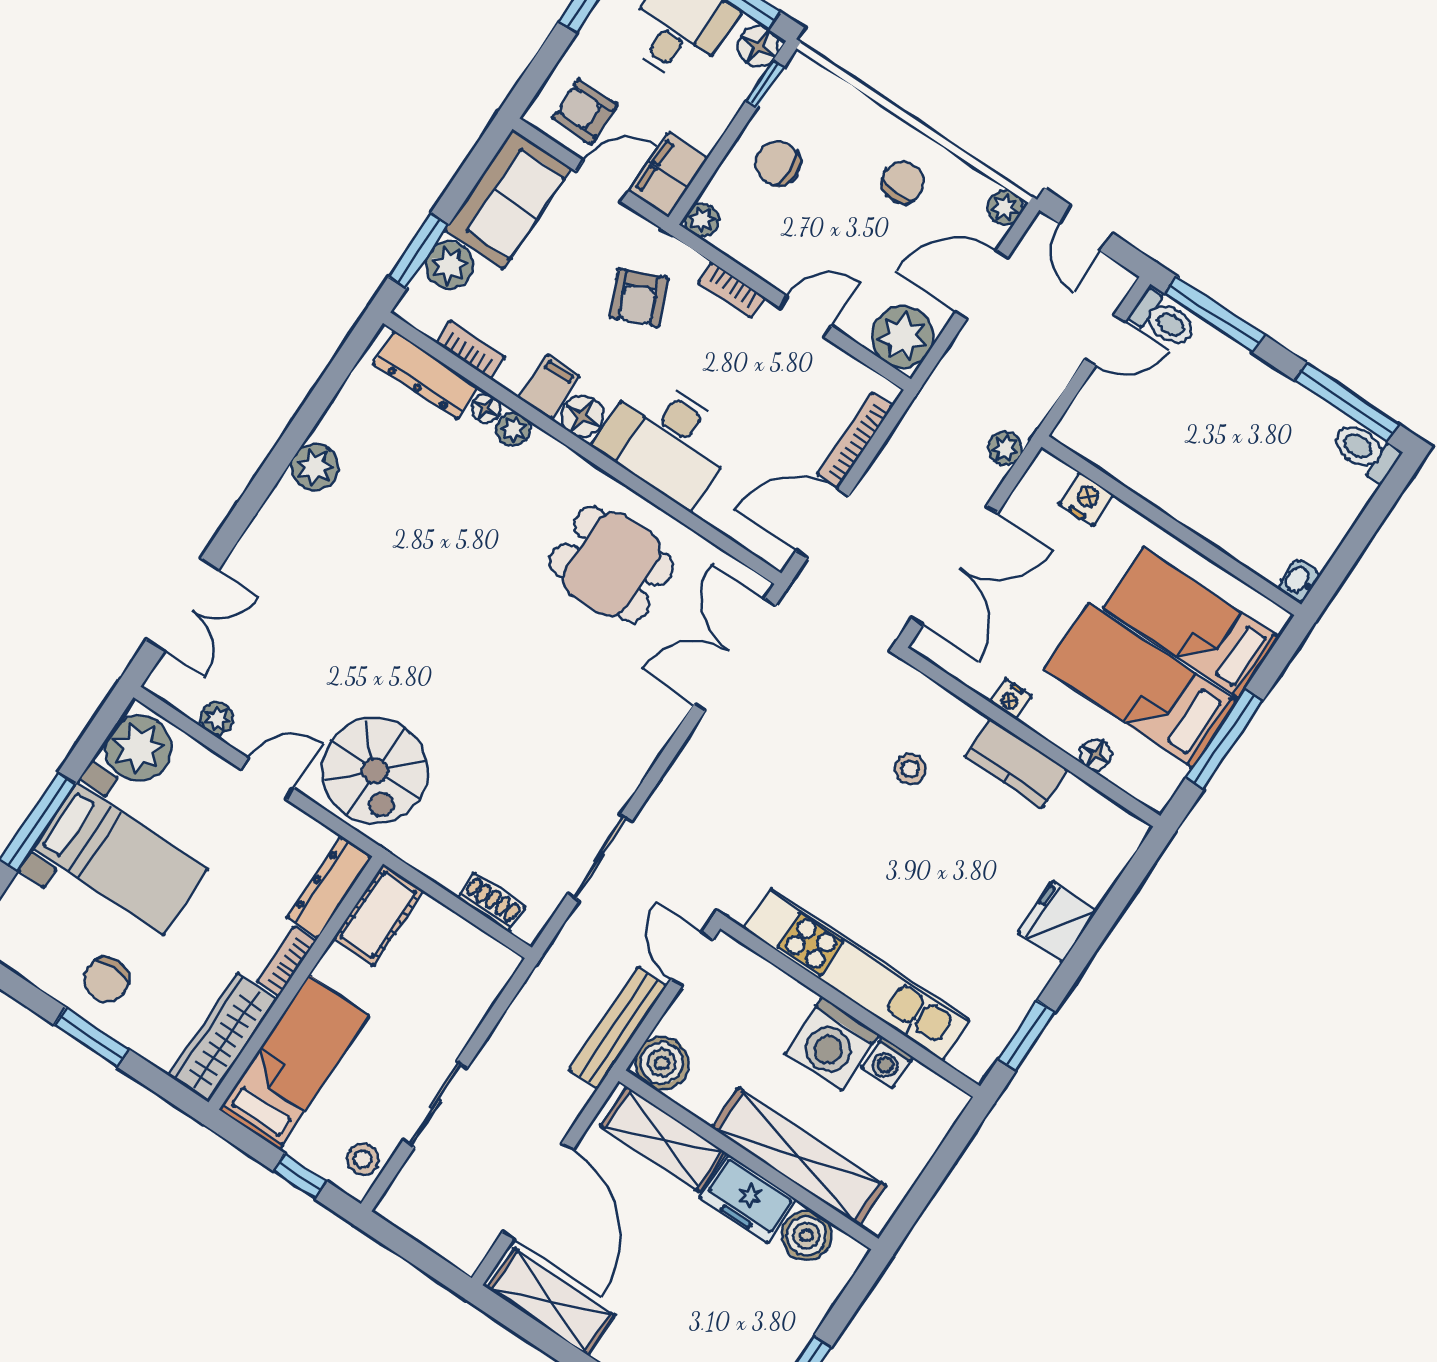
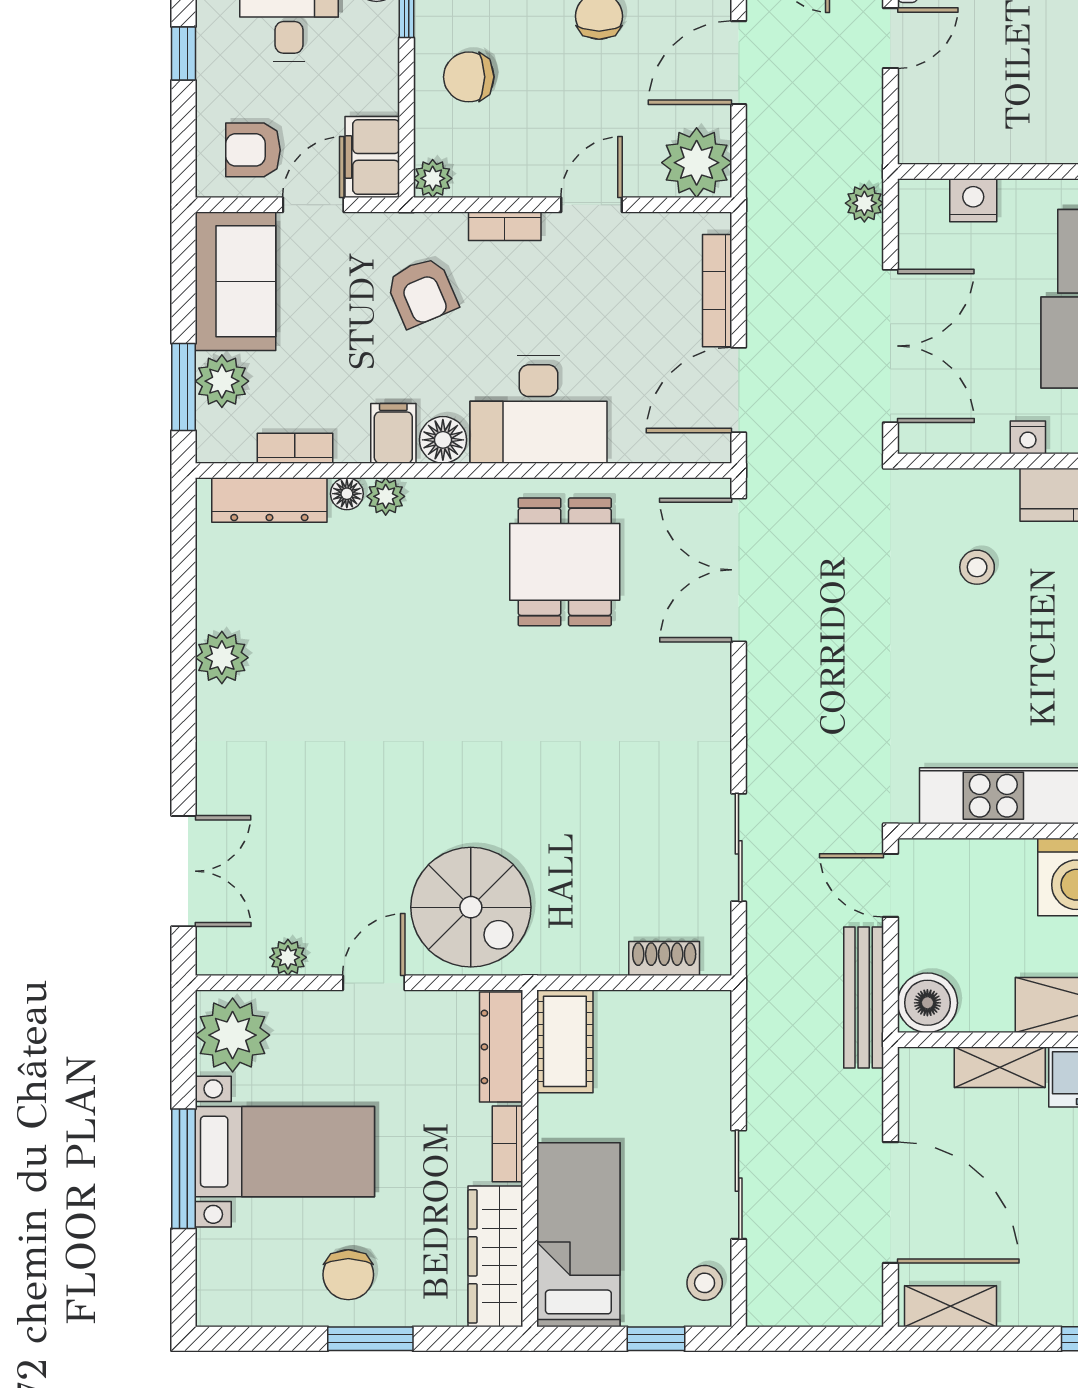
dining table: (612, 564) -> (565, 562), turned 90
shelving: (663, 1139) -> (1000, 1067), width x0.67, depth x0.75
shelving: (551, 1302) -> (951, 1306), width x0.67, depth x0.75

